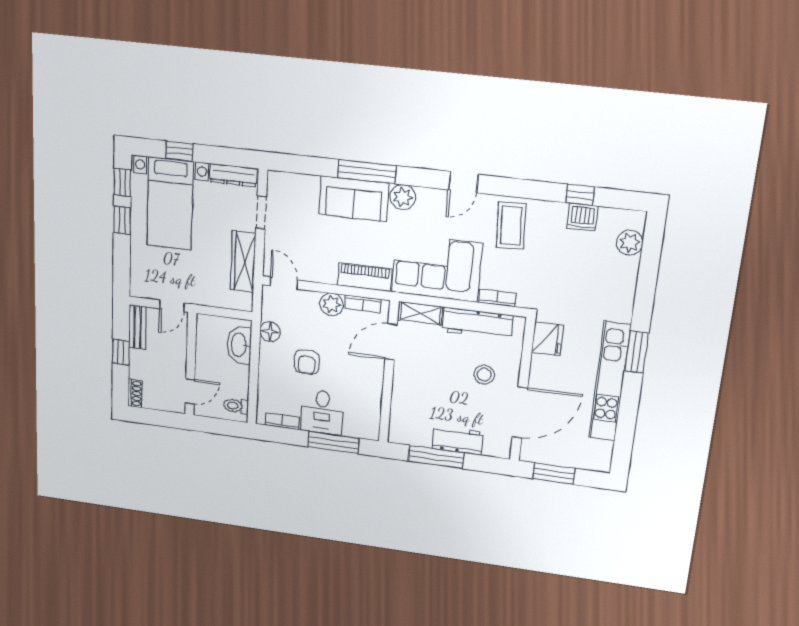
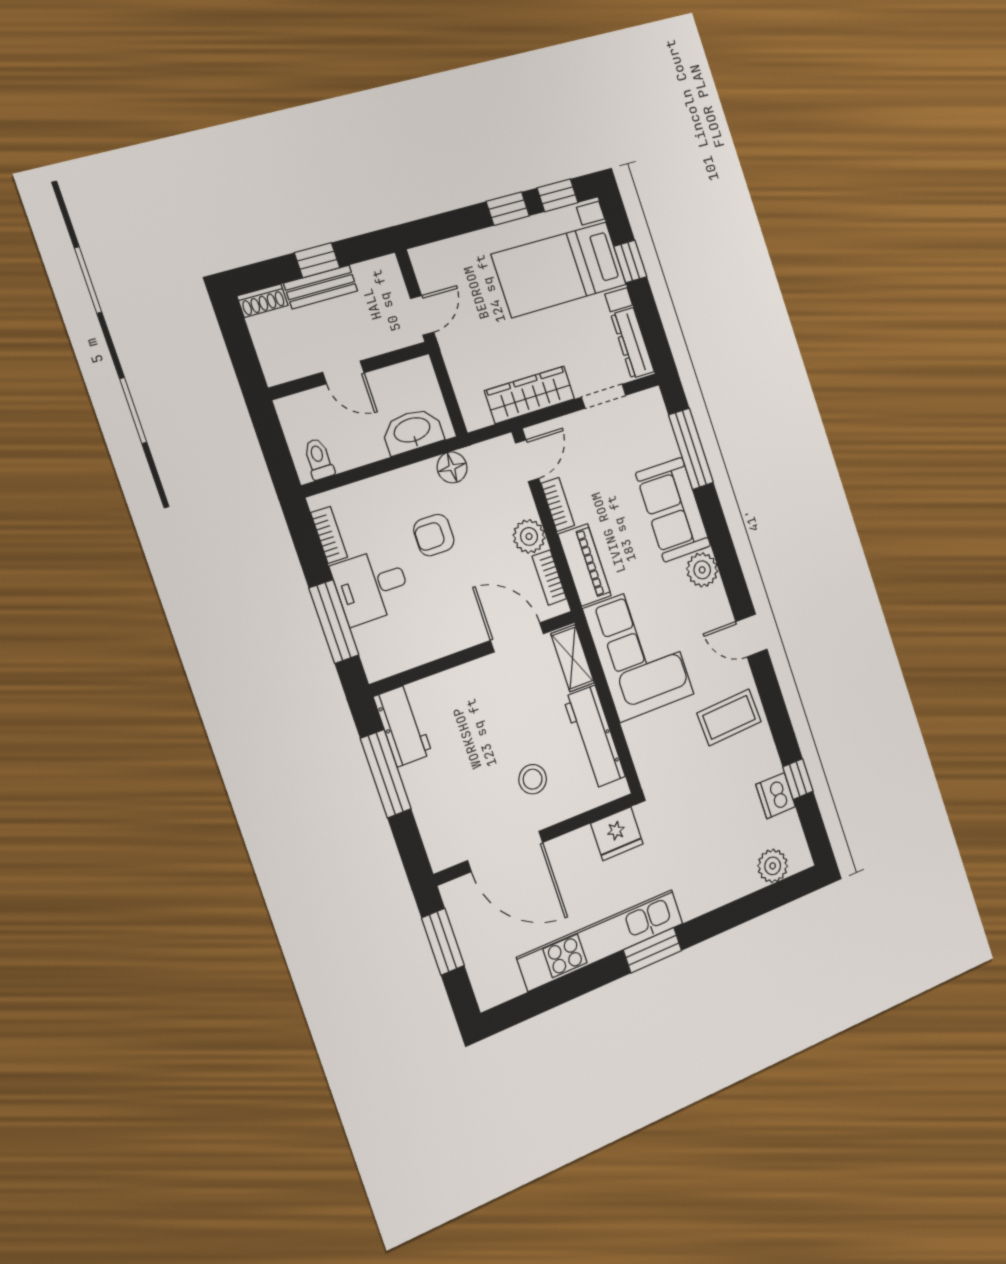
window: (367, 172) -> (691, 449), moved
bookcase: (497, 298) -> (558, 505), moved
door: (172, 306) -> (422, 315), swing flipped
bench: (137, 327) -> (321, 287), moved
door: (190, 391) -> (343, 372), moved
workbench: (458, 440) -> (403, 725), moved

